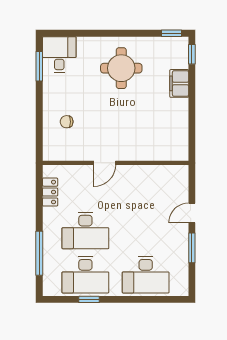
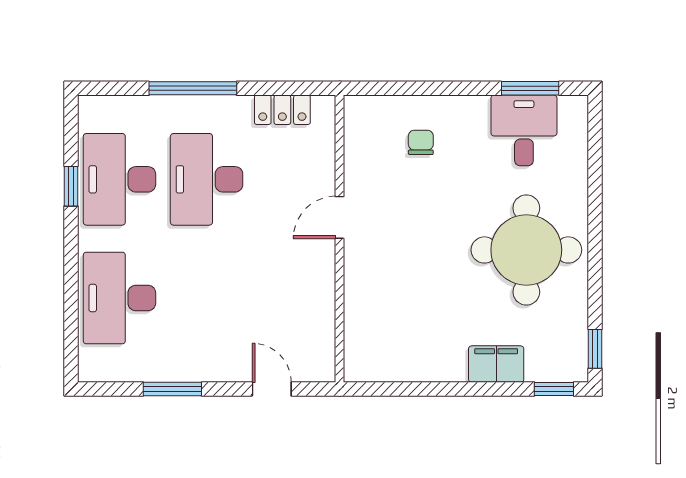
desk: (59, 55) -> (524, 130), moved, turned -90
round table: (121, 68) -> (526, 250), width x1.36, depth x1.36
door: (105, 163) -> (340, 217), hinge flipped
door: (192, 213) -> (272, 389), moved
window: (39, 253) -> (193, 88), moved

